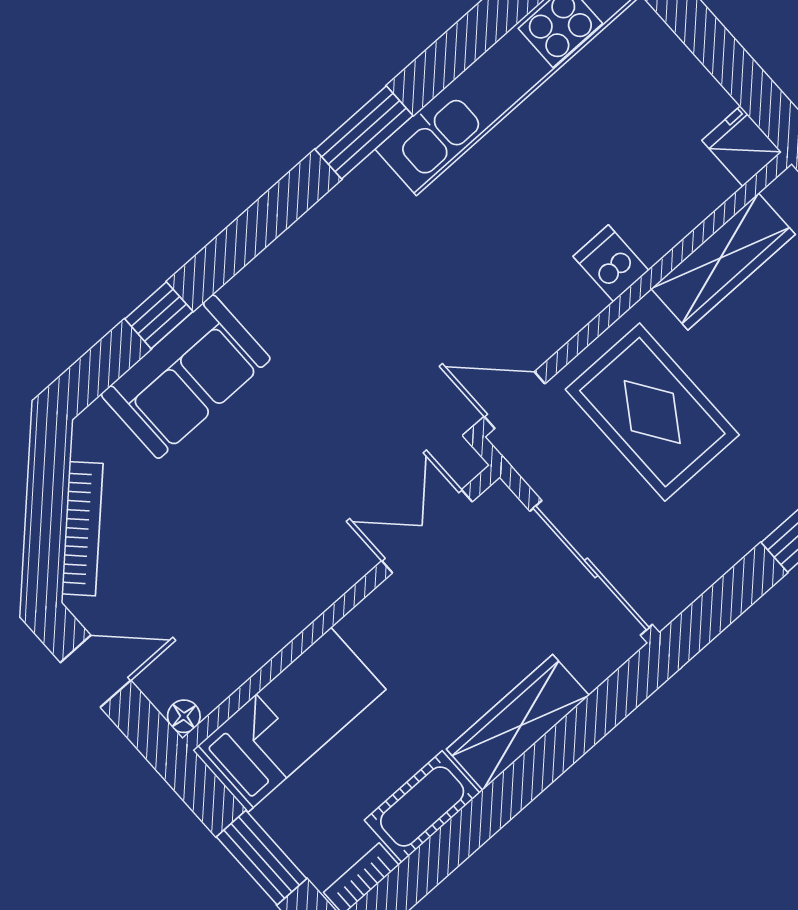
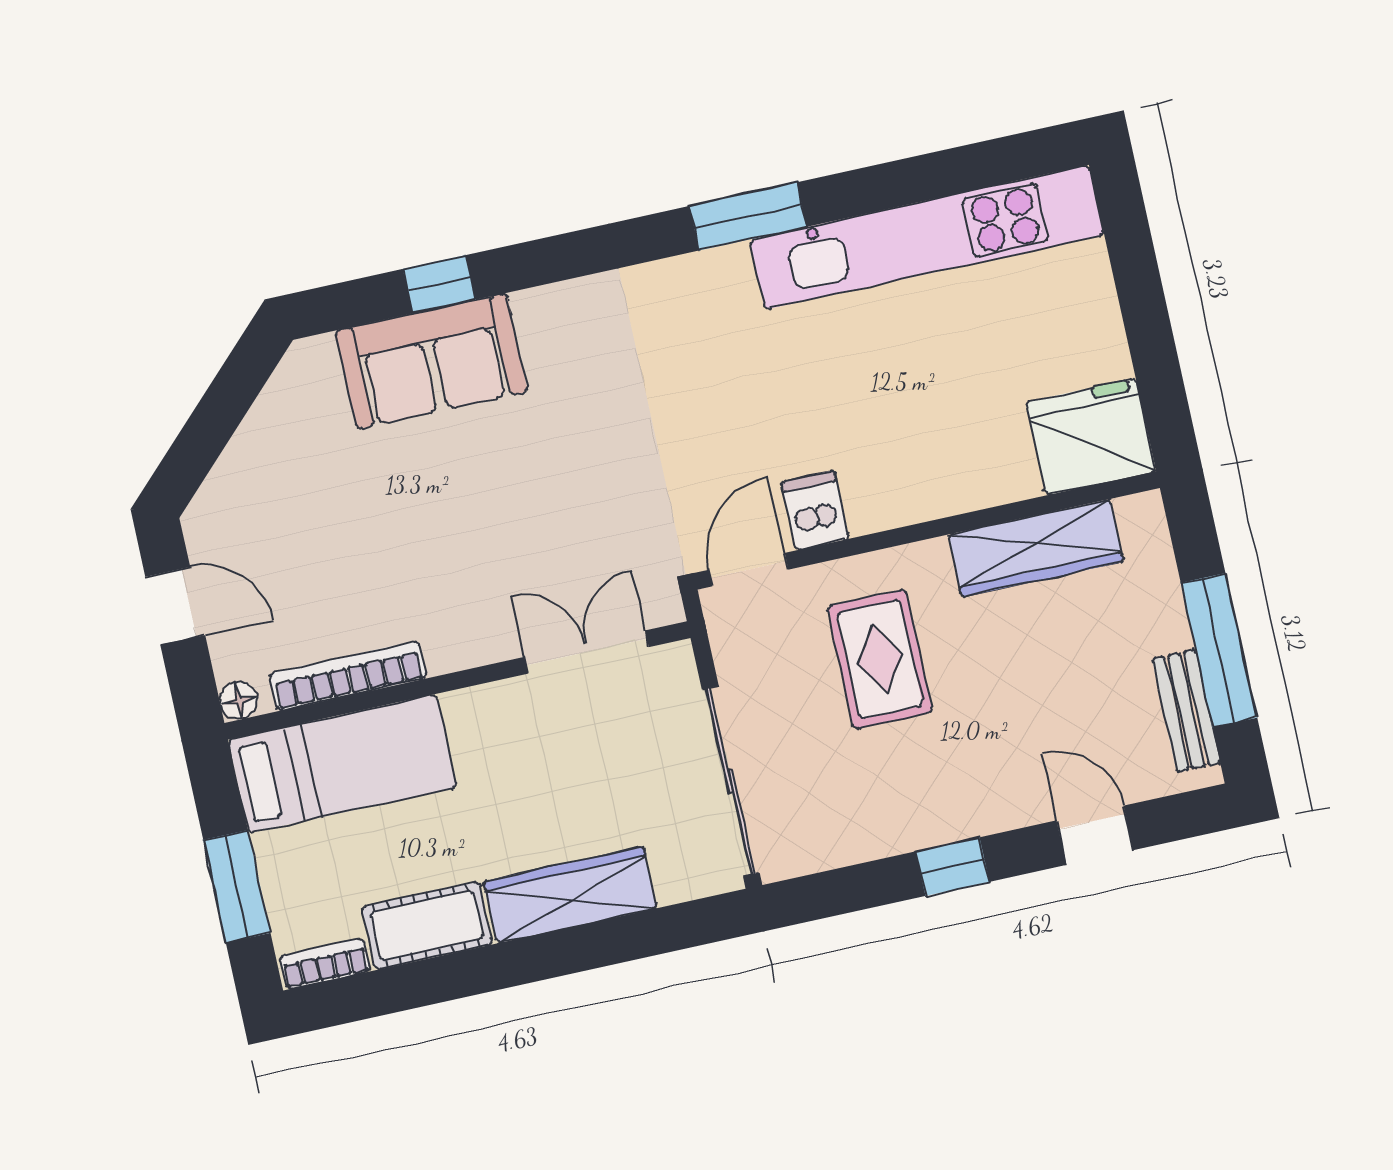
fridge: (742, 146) -> (1091, 437), width x1.88, depth x1.34
dishwasher: (611, 263) -> (815, 510), moved
door: (515, 400) -> (748, 570), hinge flipped
rug: (652, 412) -> (880, 659), width x0.73, depth x0.70
bookcase: (82, 529) -> (348, 676), moved, turned -135

